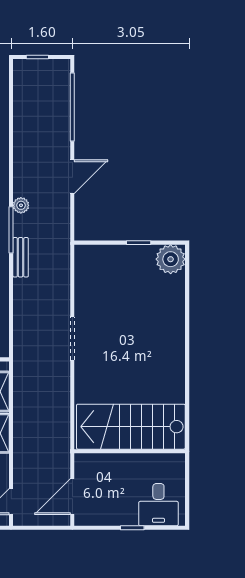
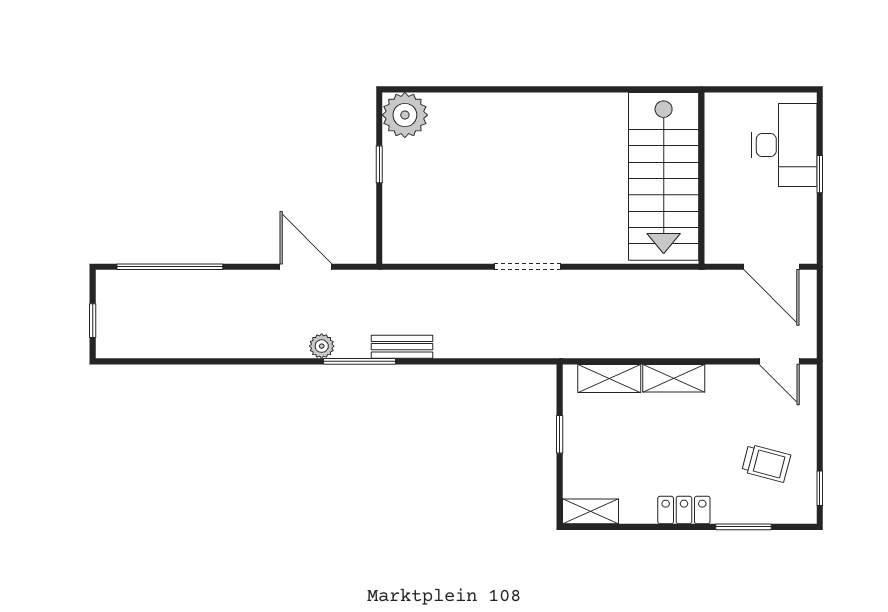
door: (72, 177) -> (306, 267), moved
desk: (158, 505) -> (784, 145), width x1.37

